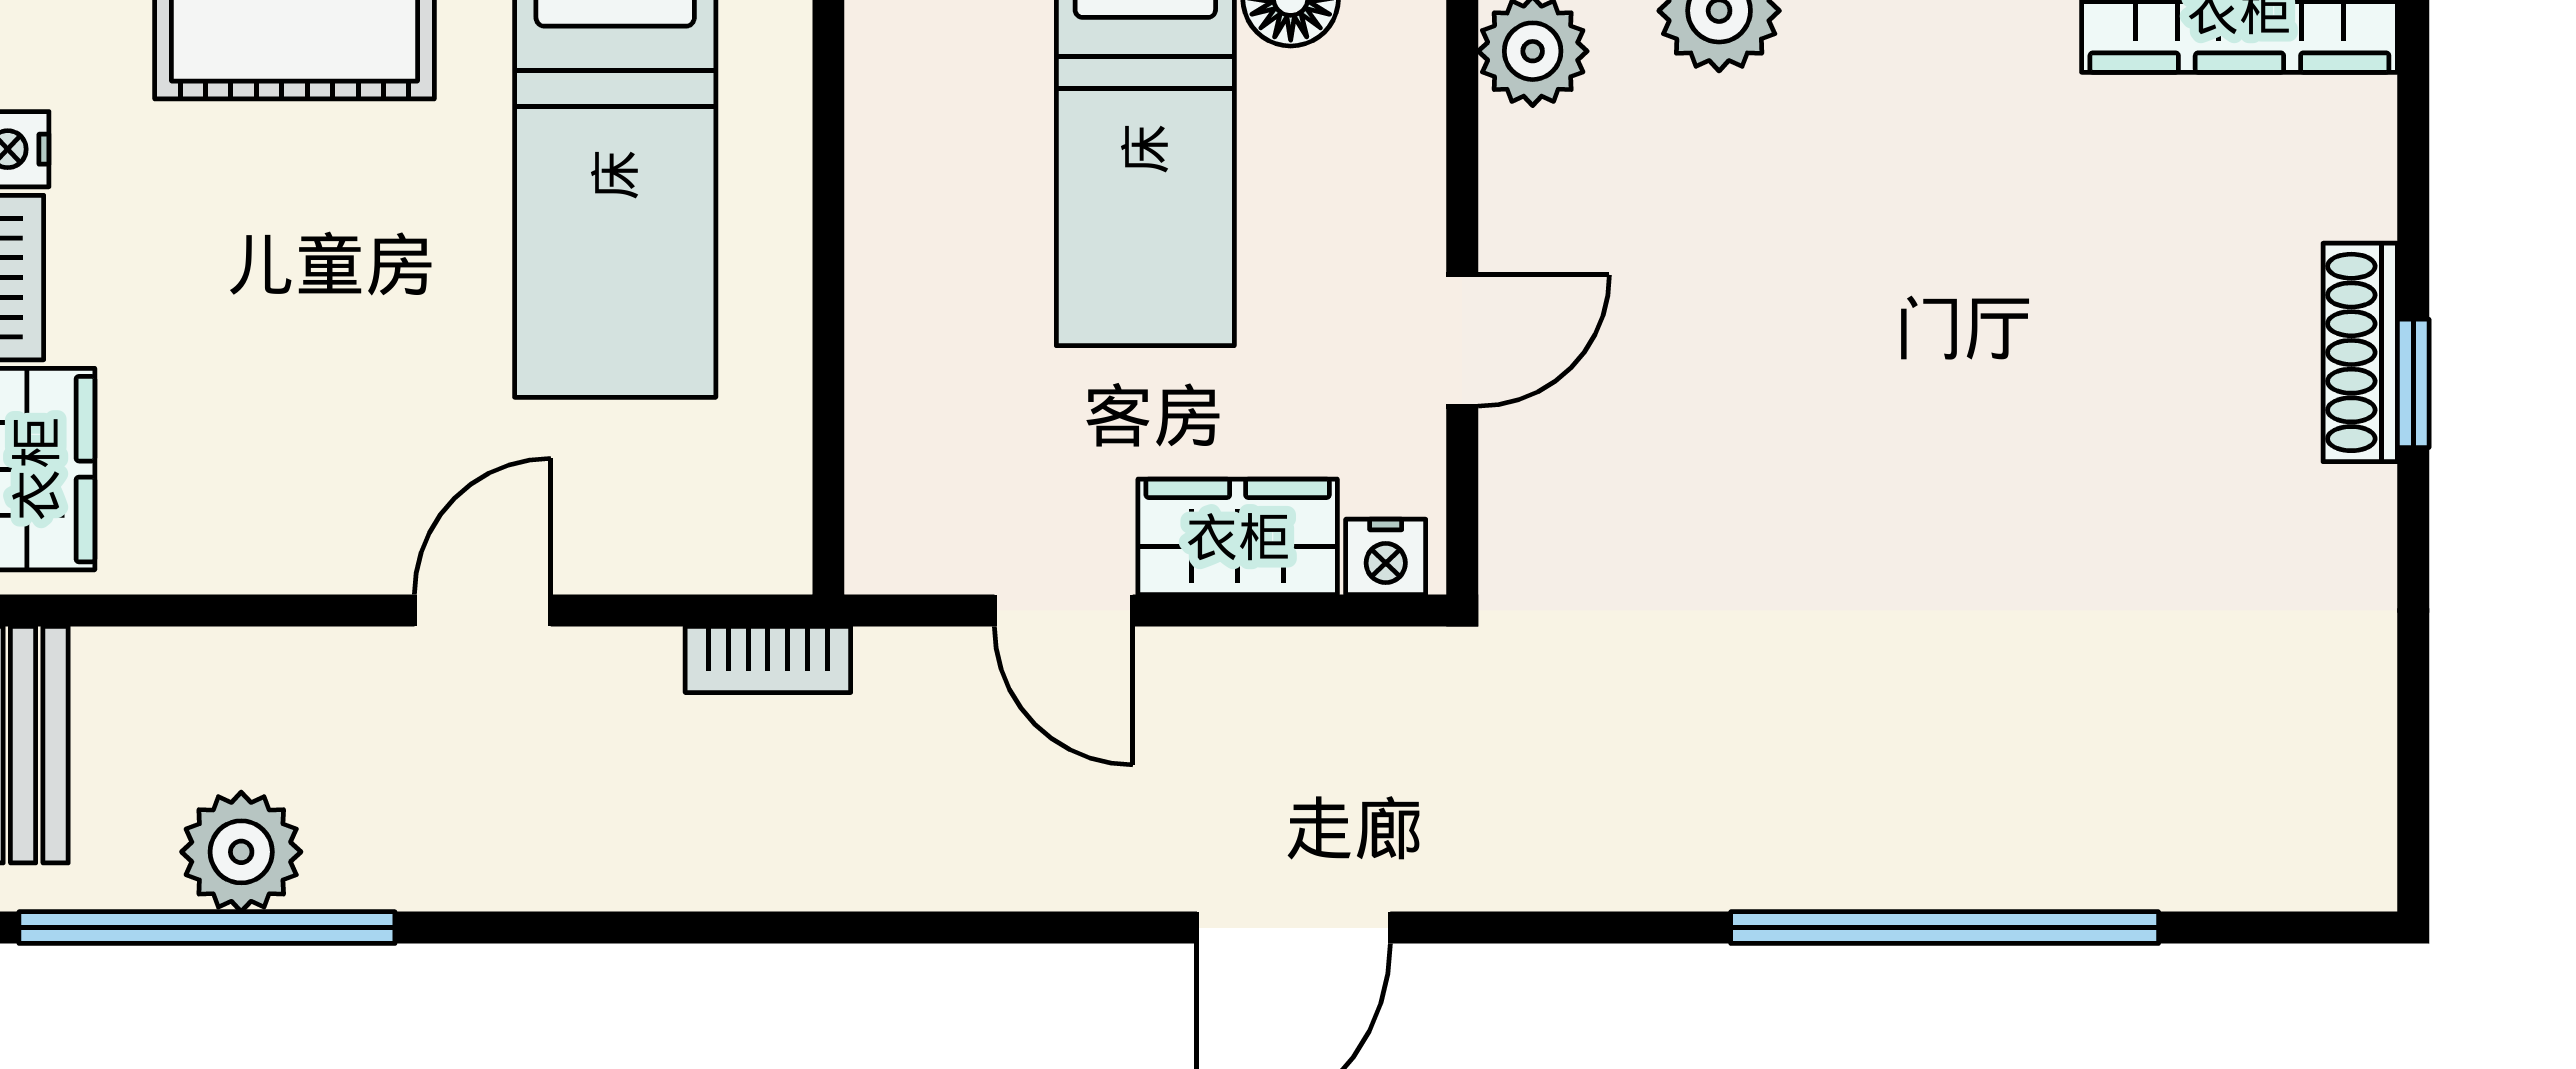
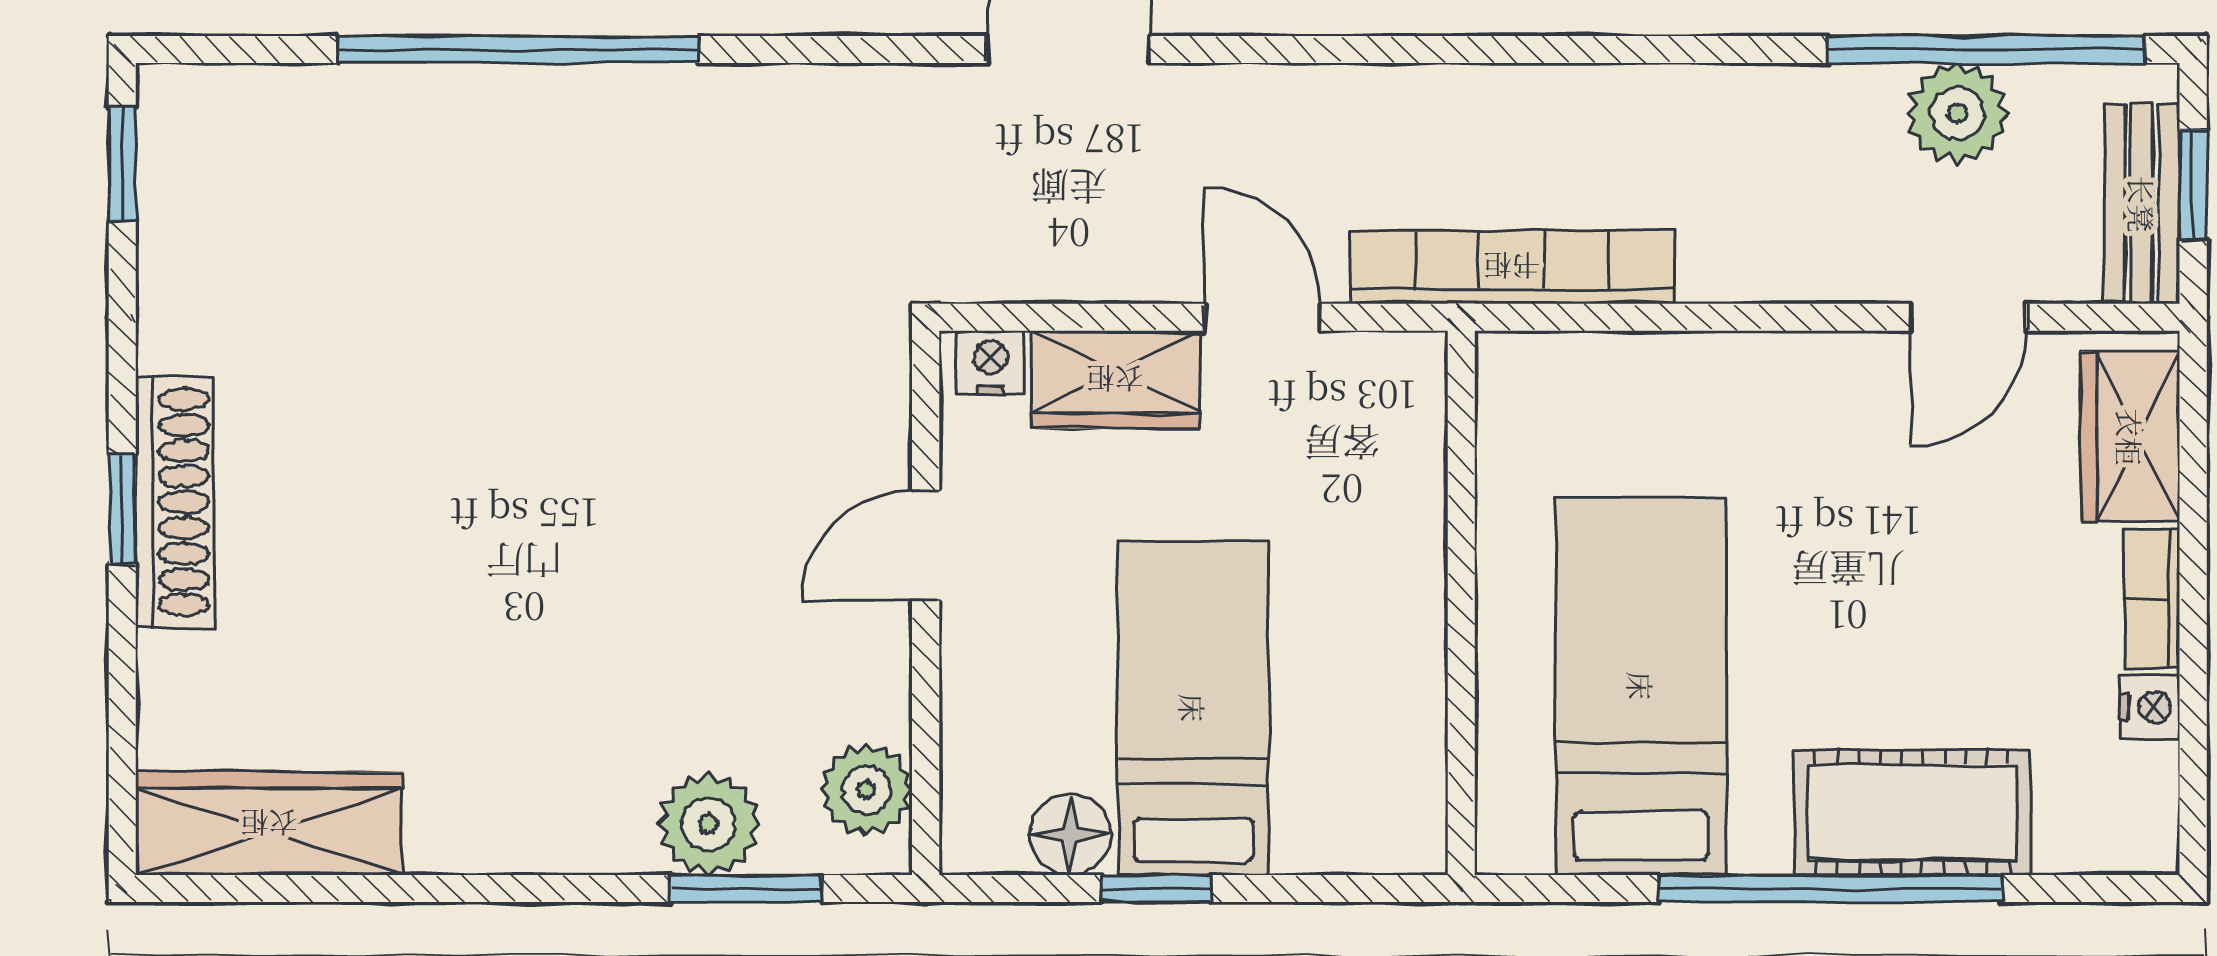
shoe rack: (2360, 352) -> (174, 502), width x1.36, depth x1.24
door: (483, 611) -> (1968, 317), moved
bookcase: (768, 659) -> (1512, 267), width x2.31, depth x1.31
window: (2413, 793) -> (122, 163), added

